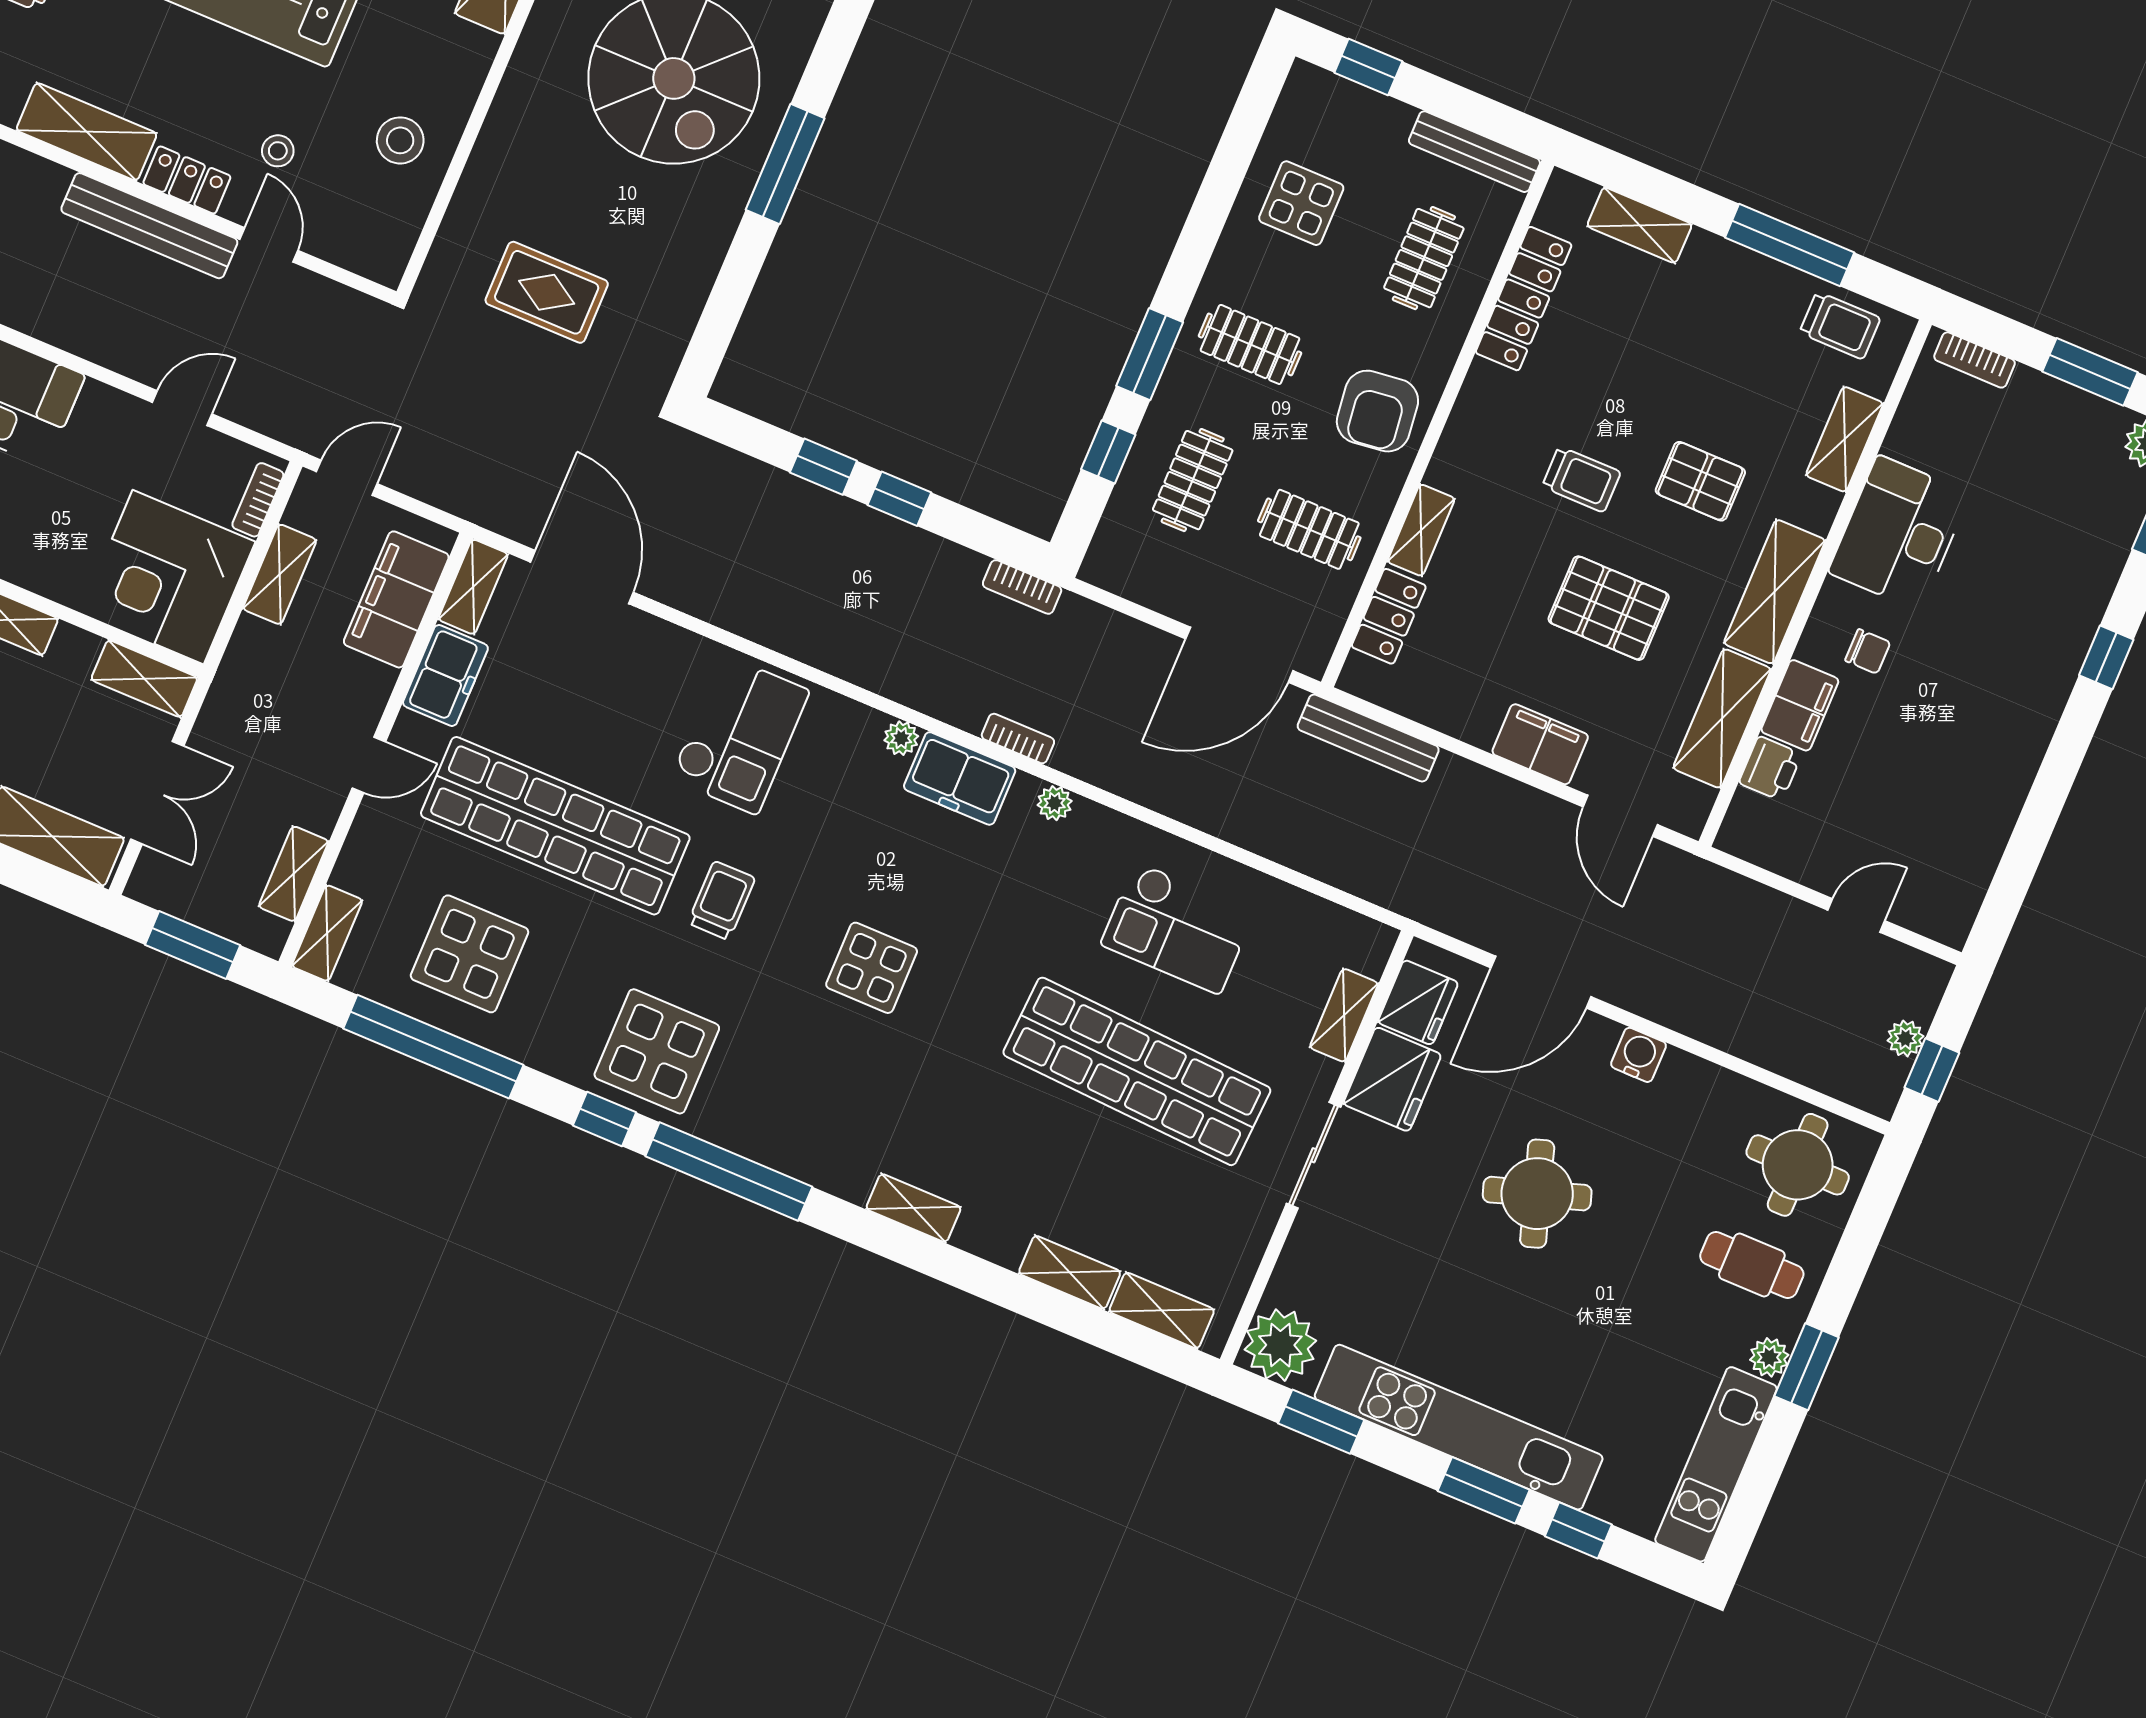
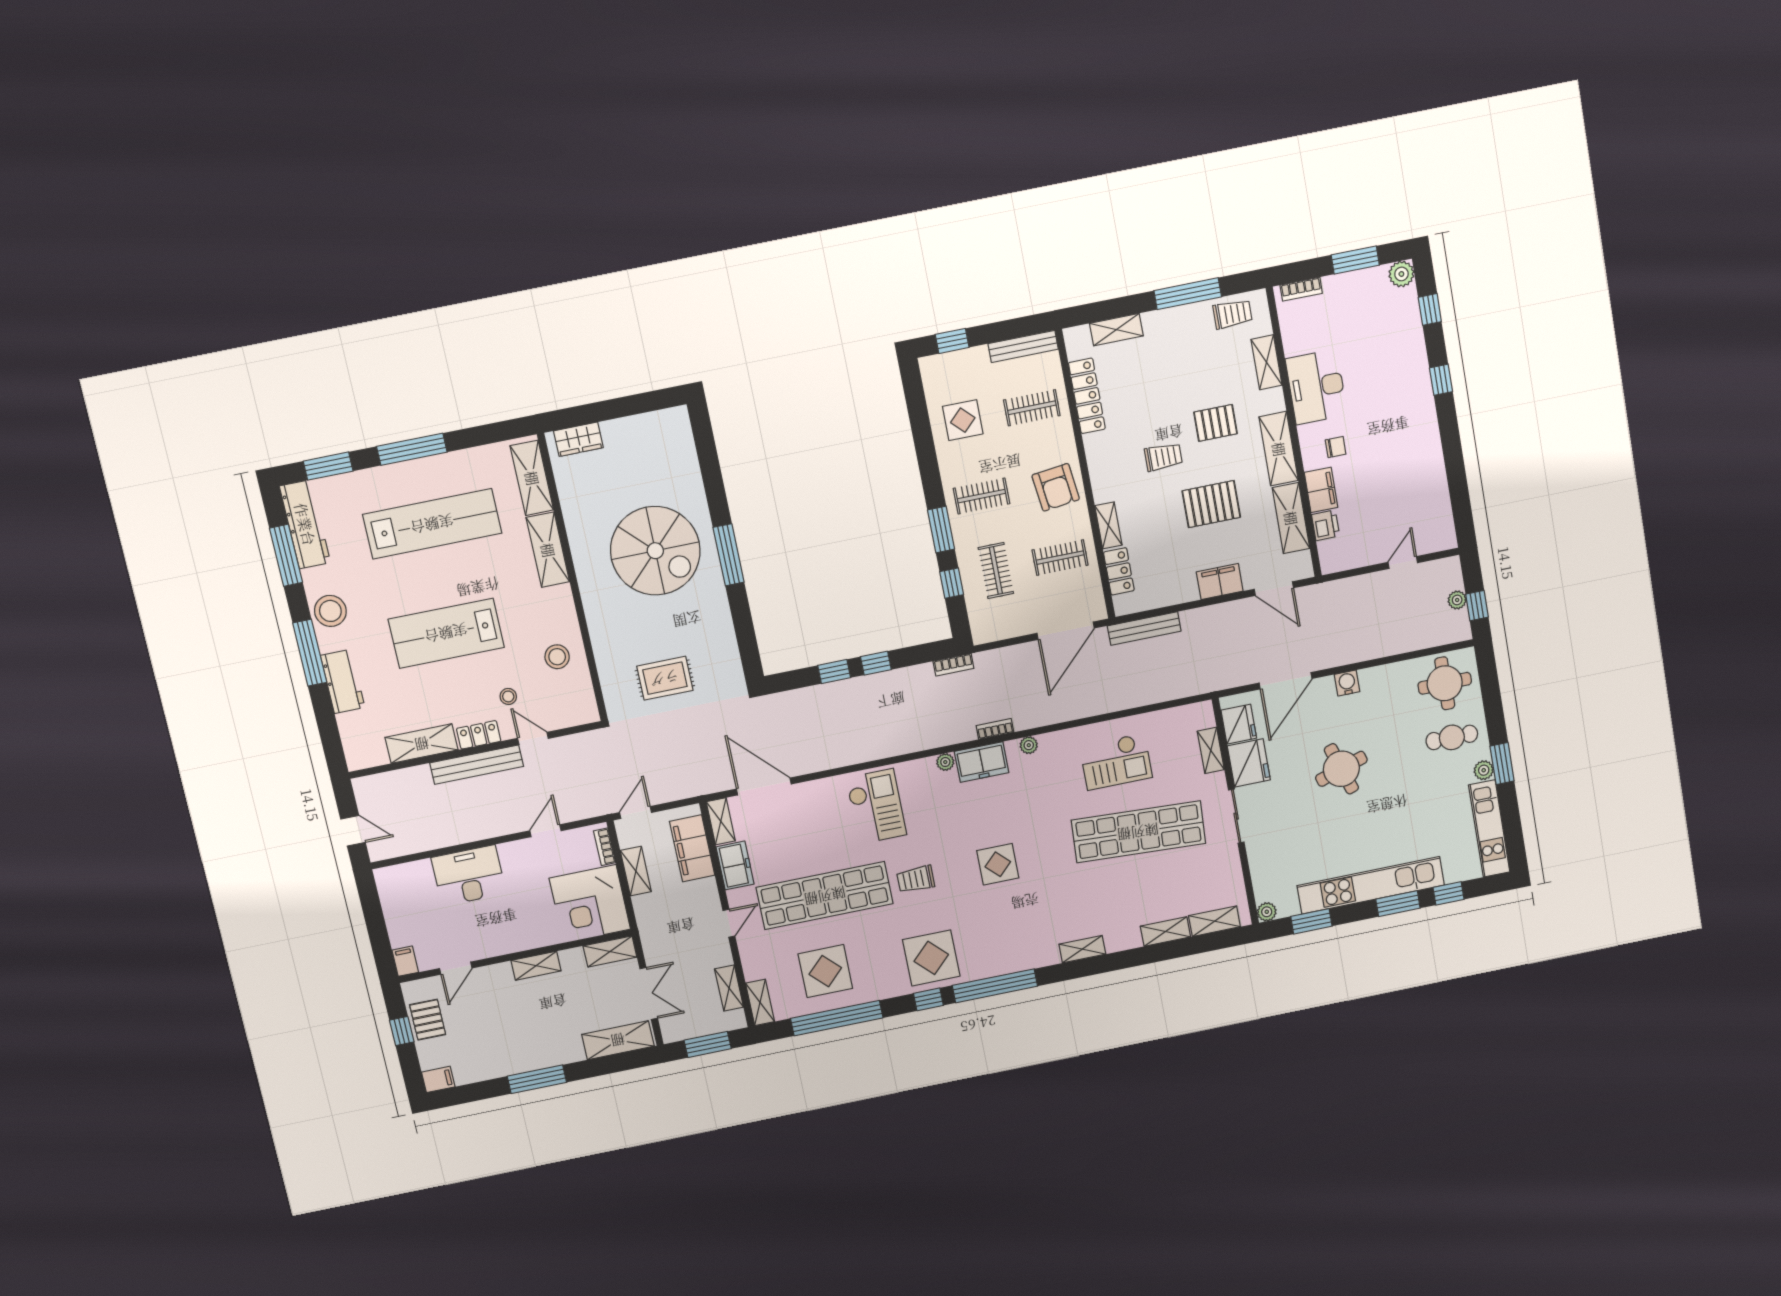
clothes rail: (1424, 258) -> (1032, 408), turned 90
trolley: (722, 901) -> (916, 879), turned -90
plant: (1280, 1345) -> (1267, 912), width x0.53, depth x0.53

